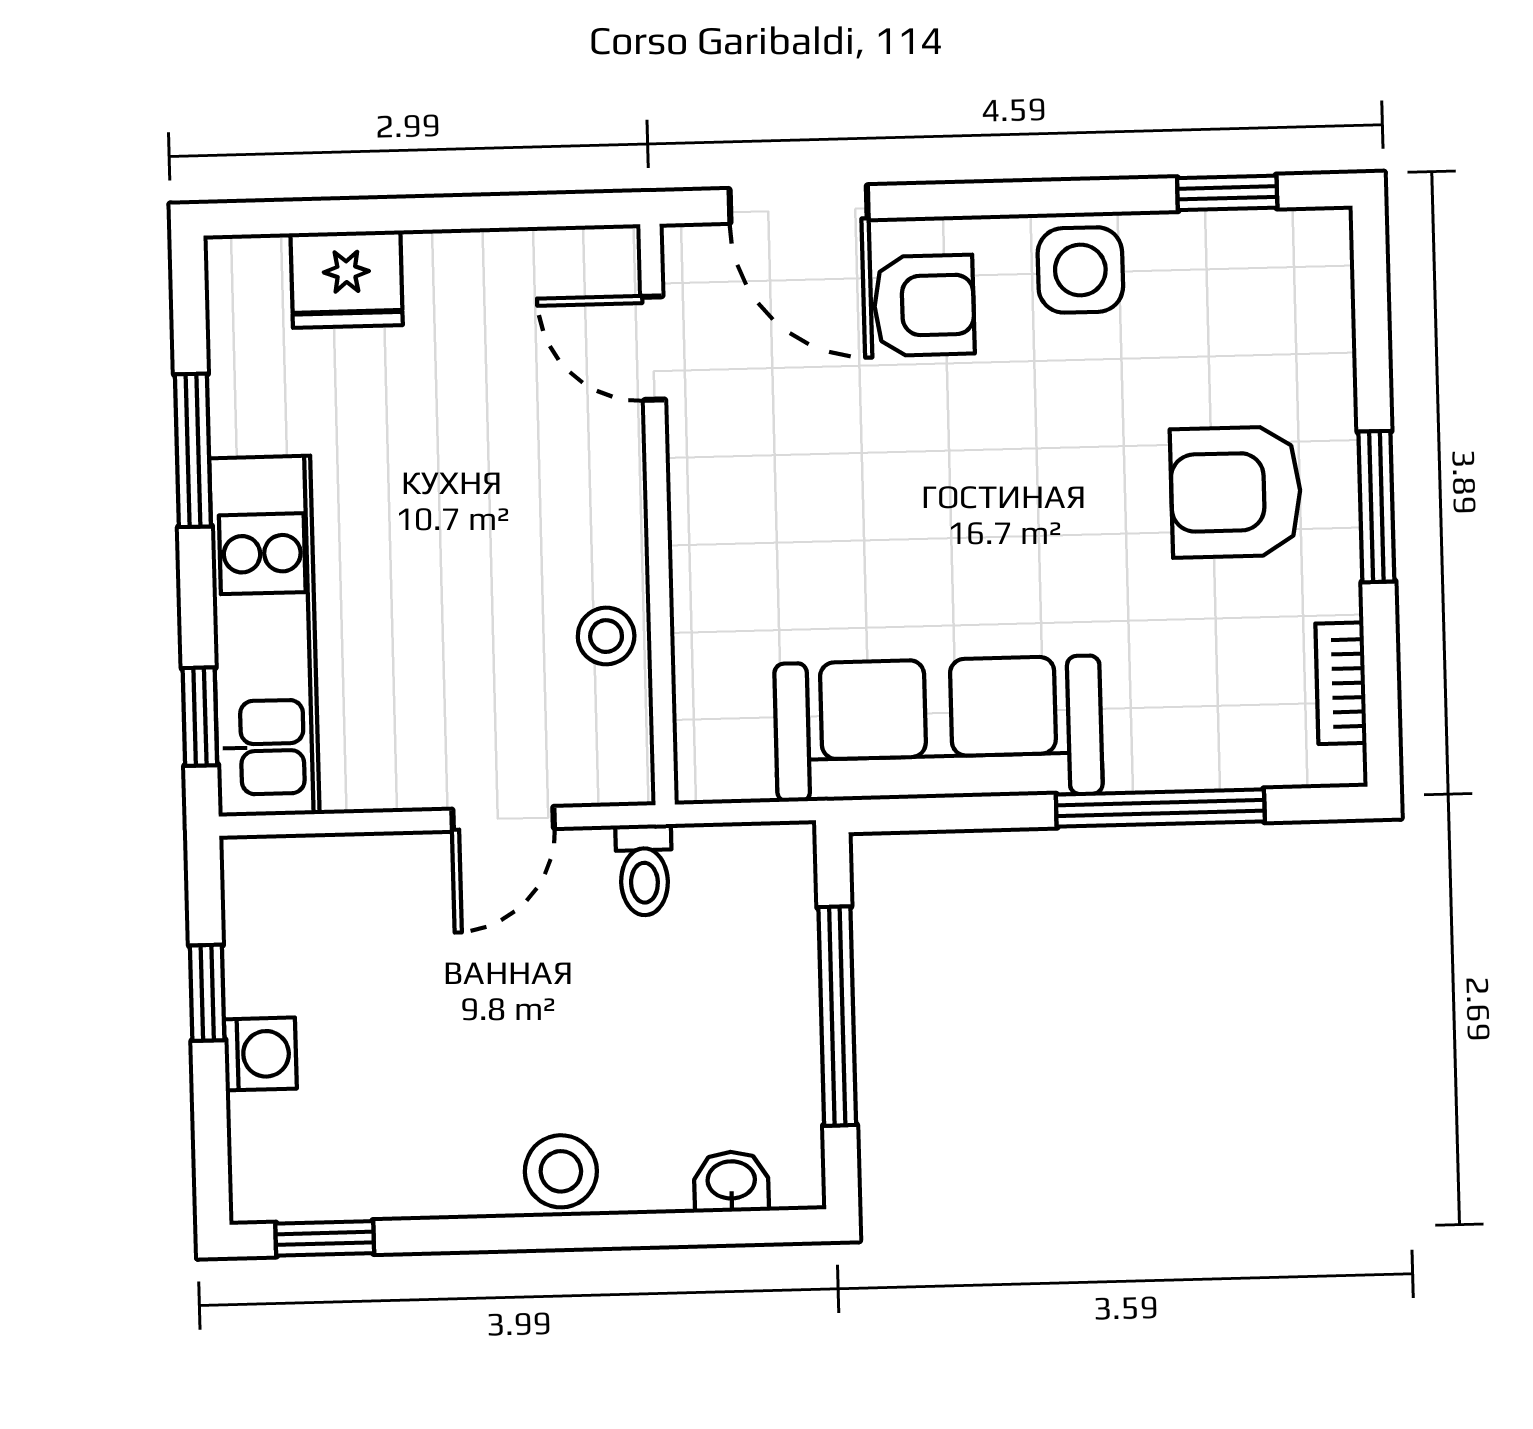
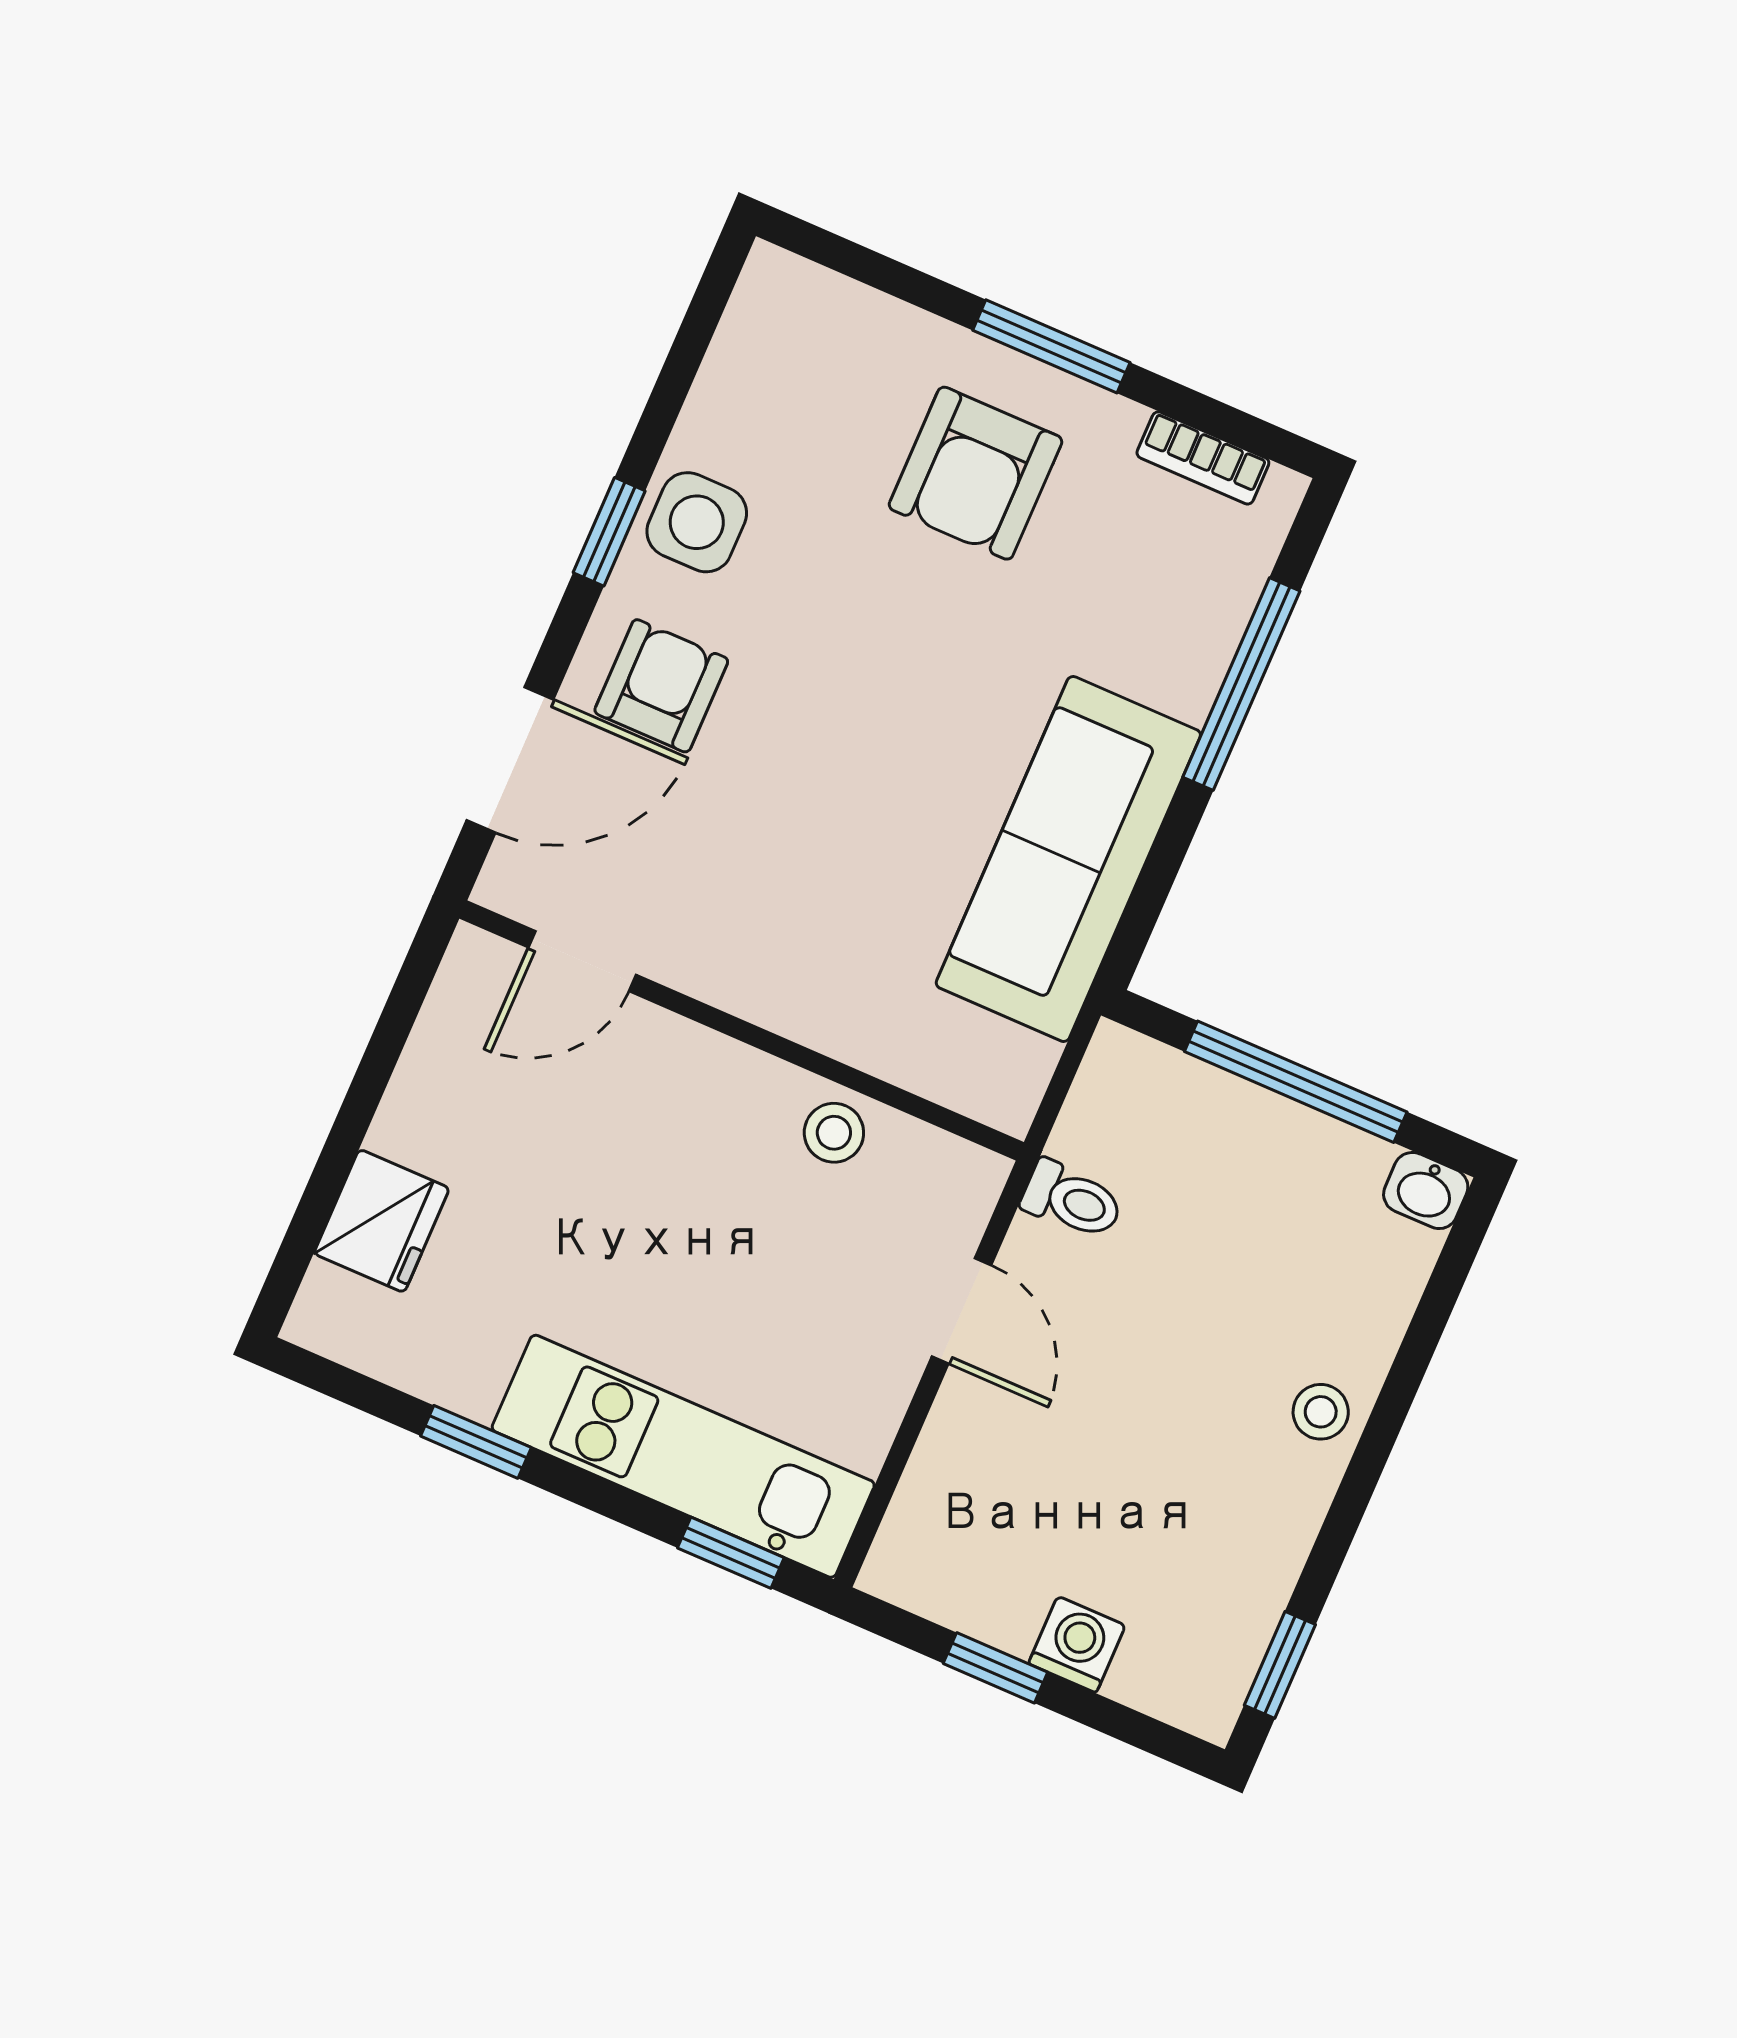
window: (1227, 193) -> (609, 532), moved
window: (193, 450) -> (476, 1442), width x0.67
stool: (561, 1171) -> (1321, 1412), width x0.73, depth x0.73
washbasin: (731, 1182) -> (1426, 1191), moved, turned -90

